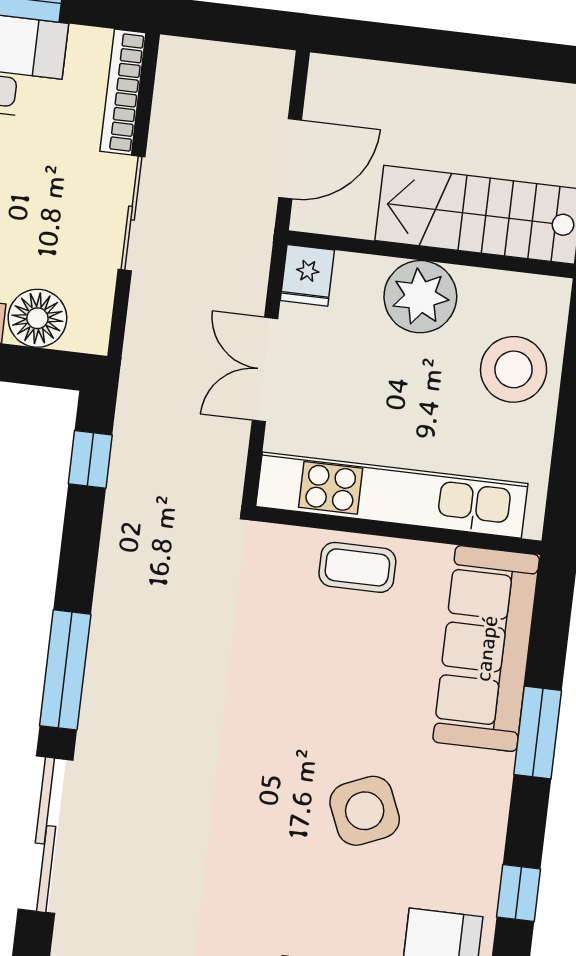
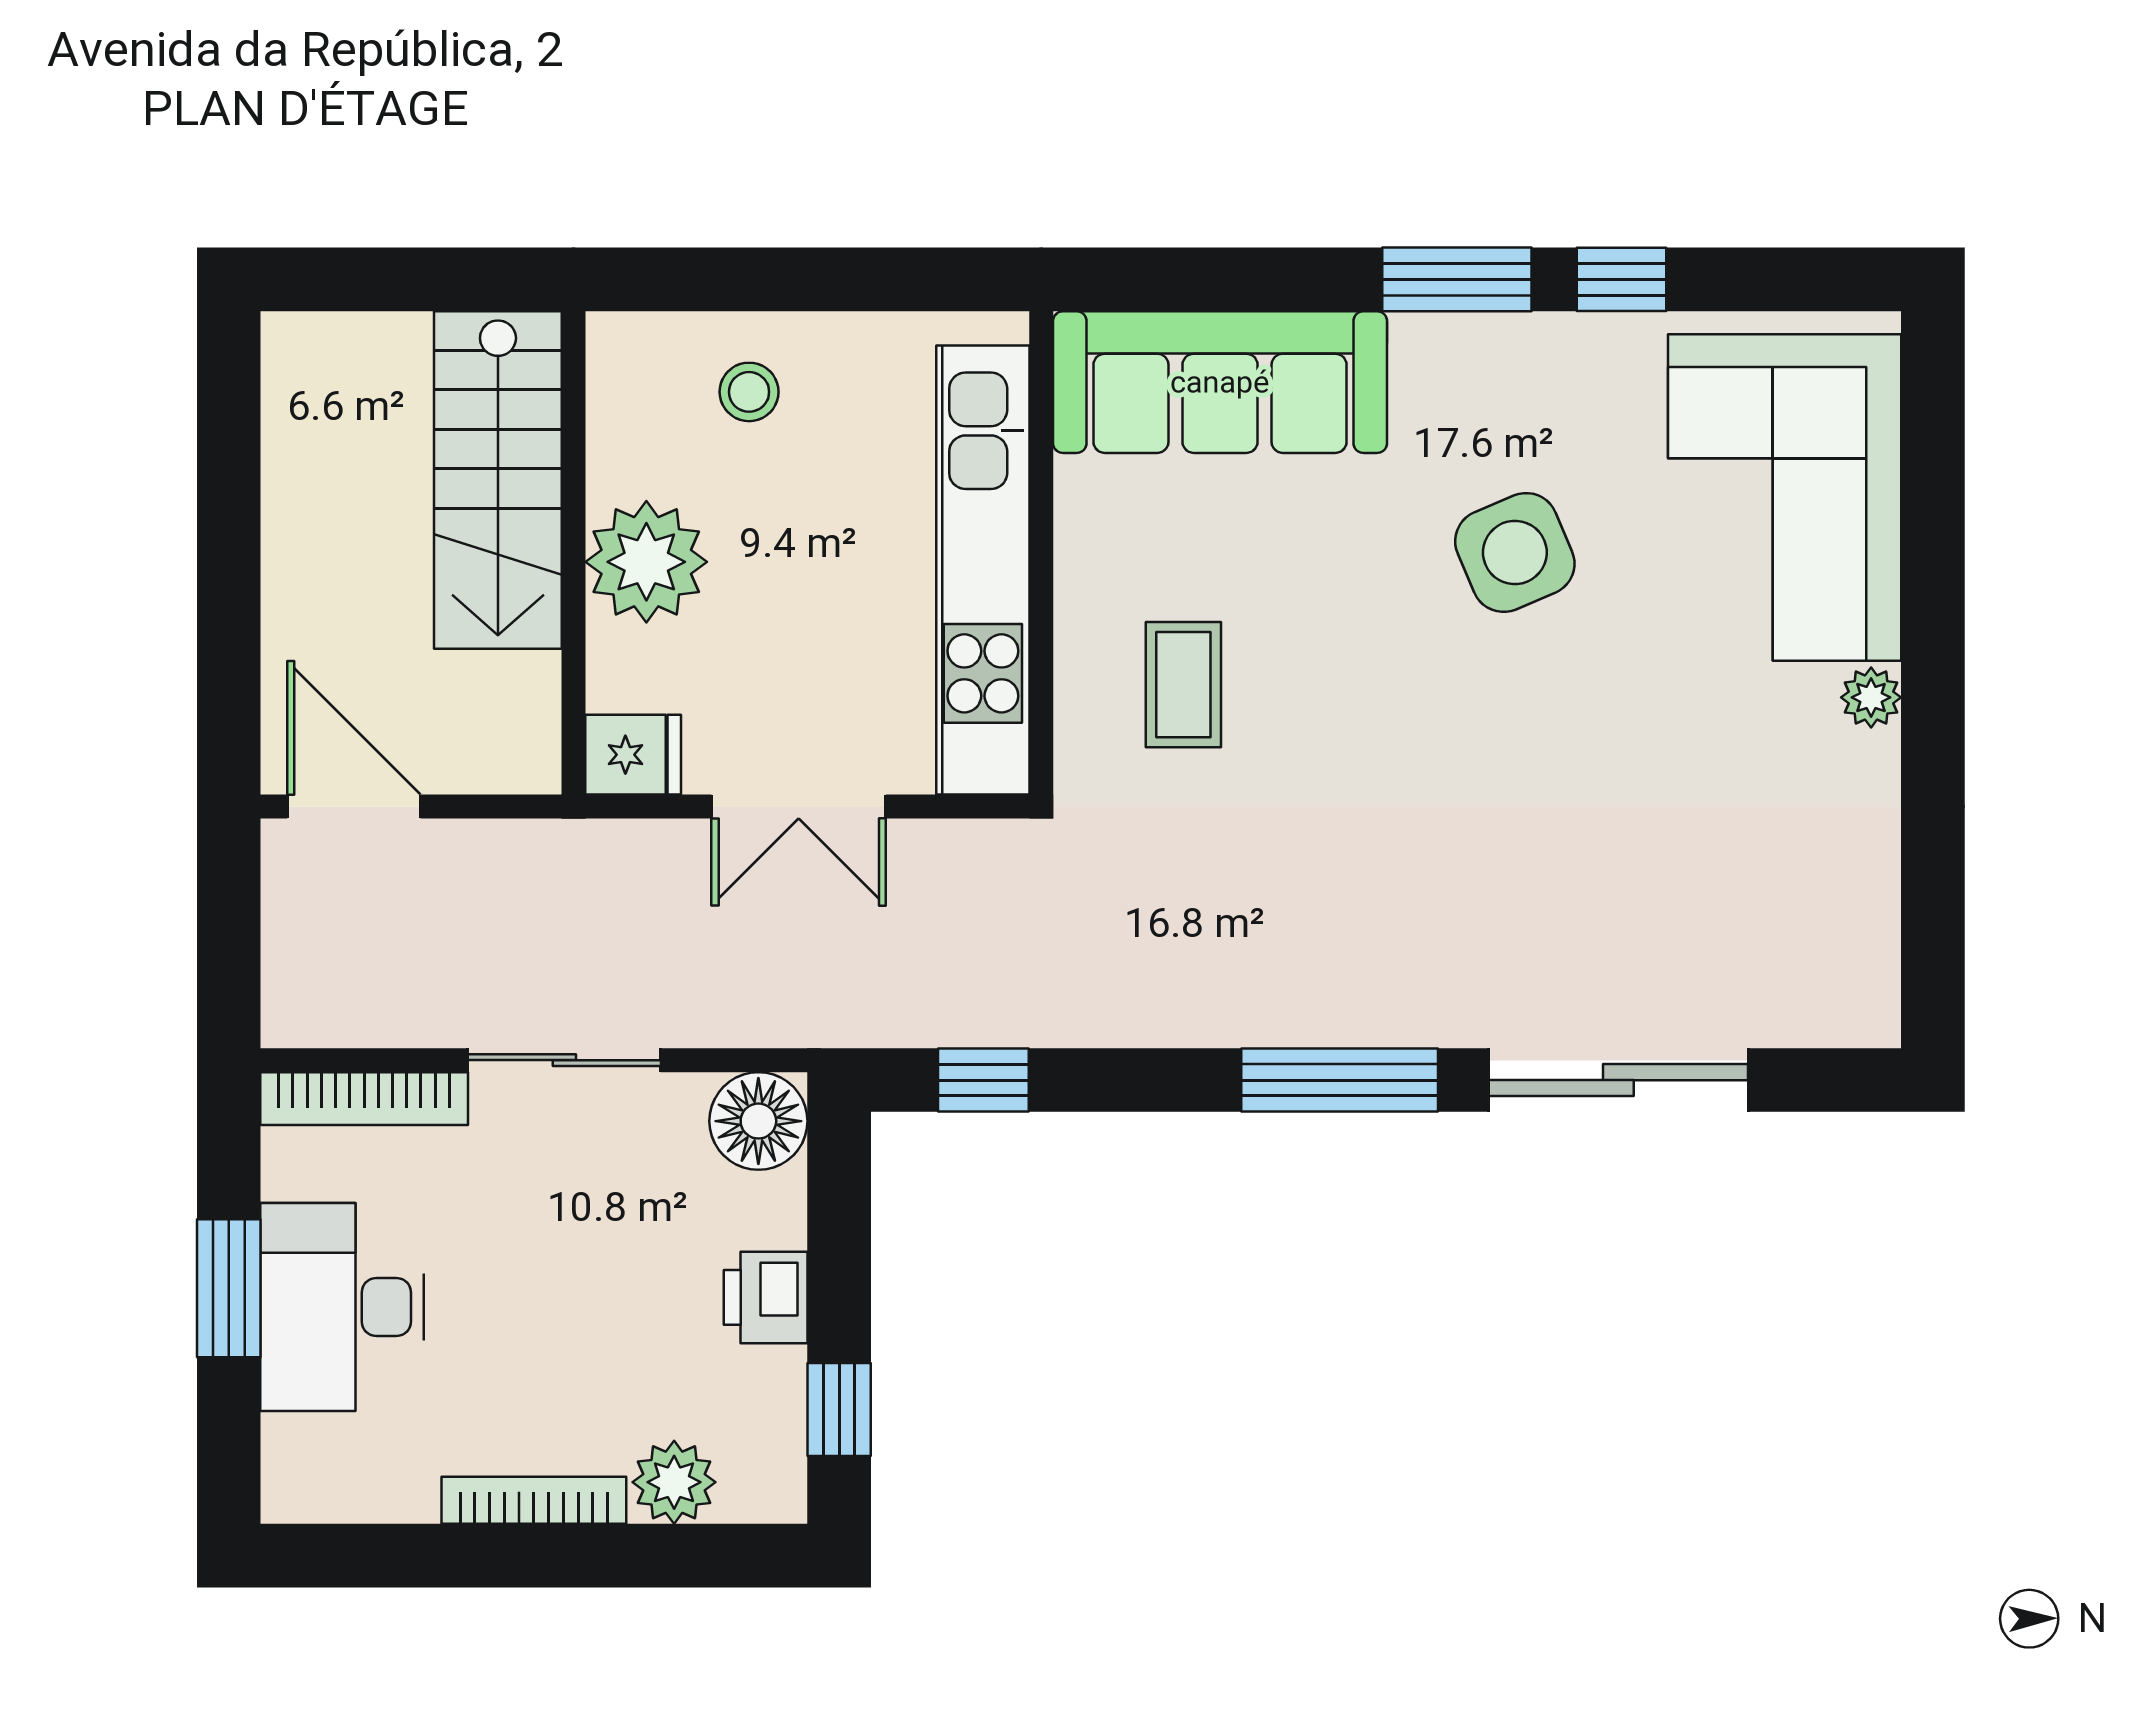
door: (290, 159) -> (354, 807), moved
floor lamp: (37, 318) -> (758, 1121), moved
stool: (514, 369) -> (749, 392), width x0.53, depth x0.53
coffee table: (357, 567) -> (1183, 685), moved
window: (538, 733) -> (1457, 279), moved

